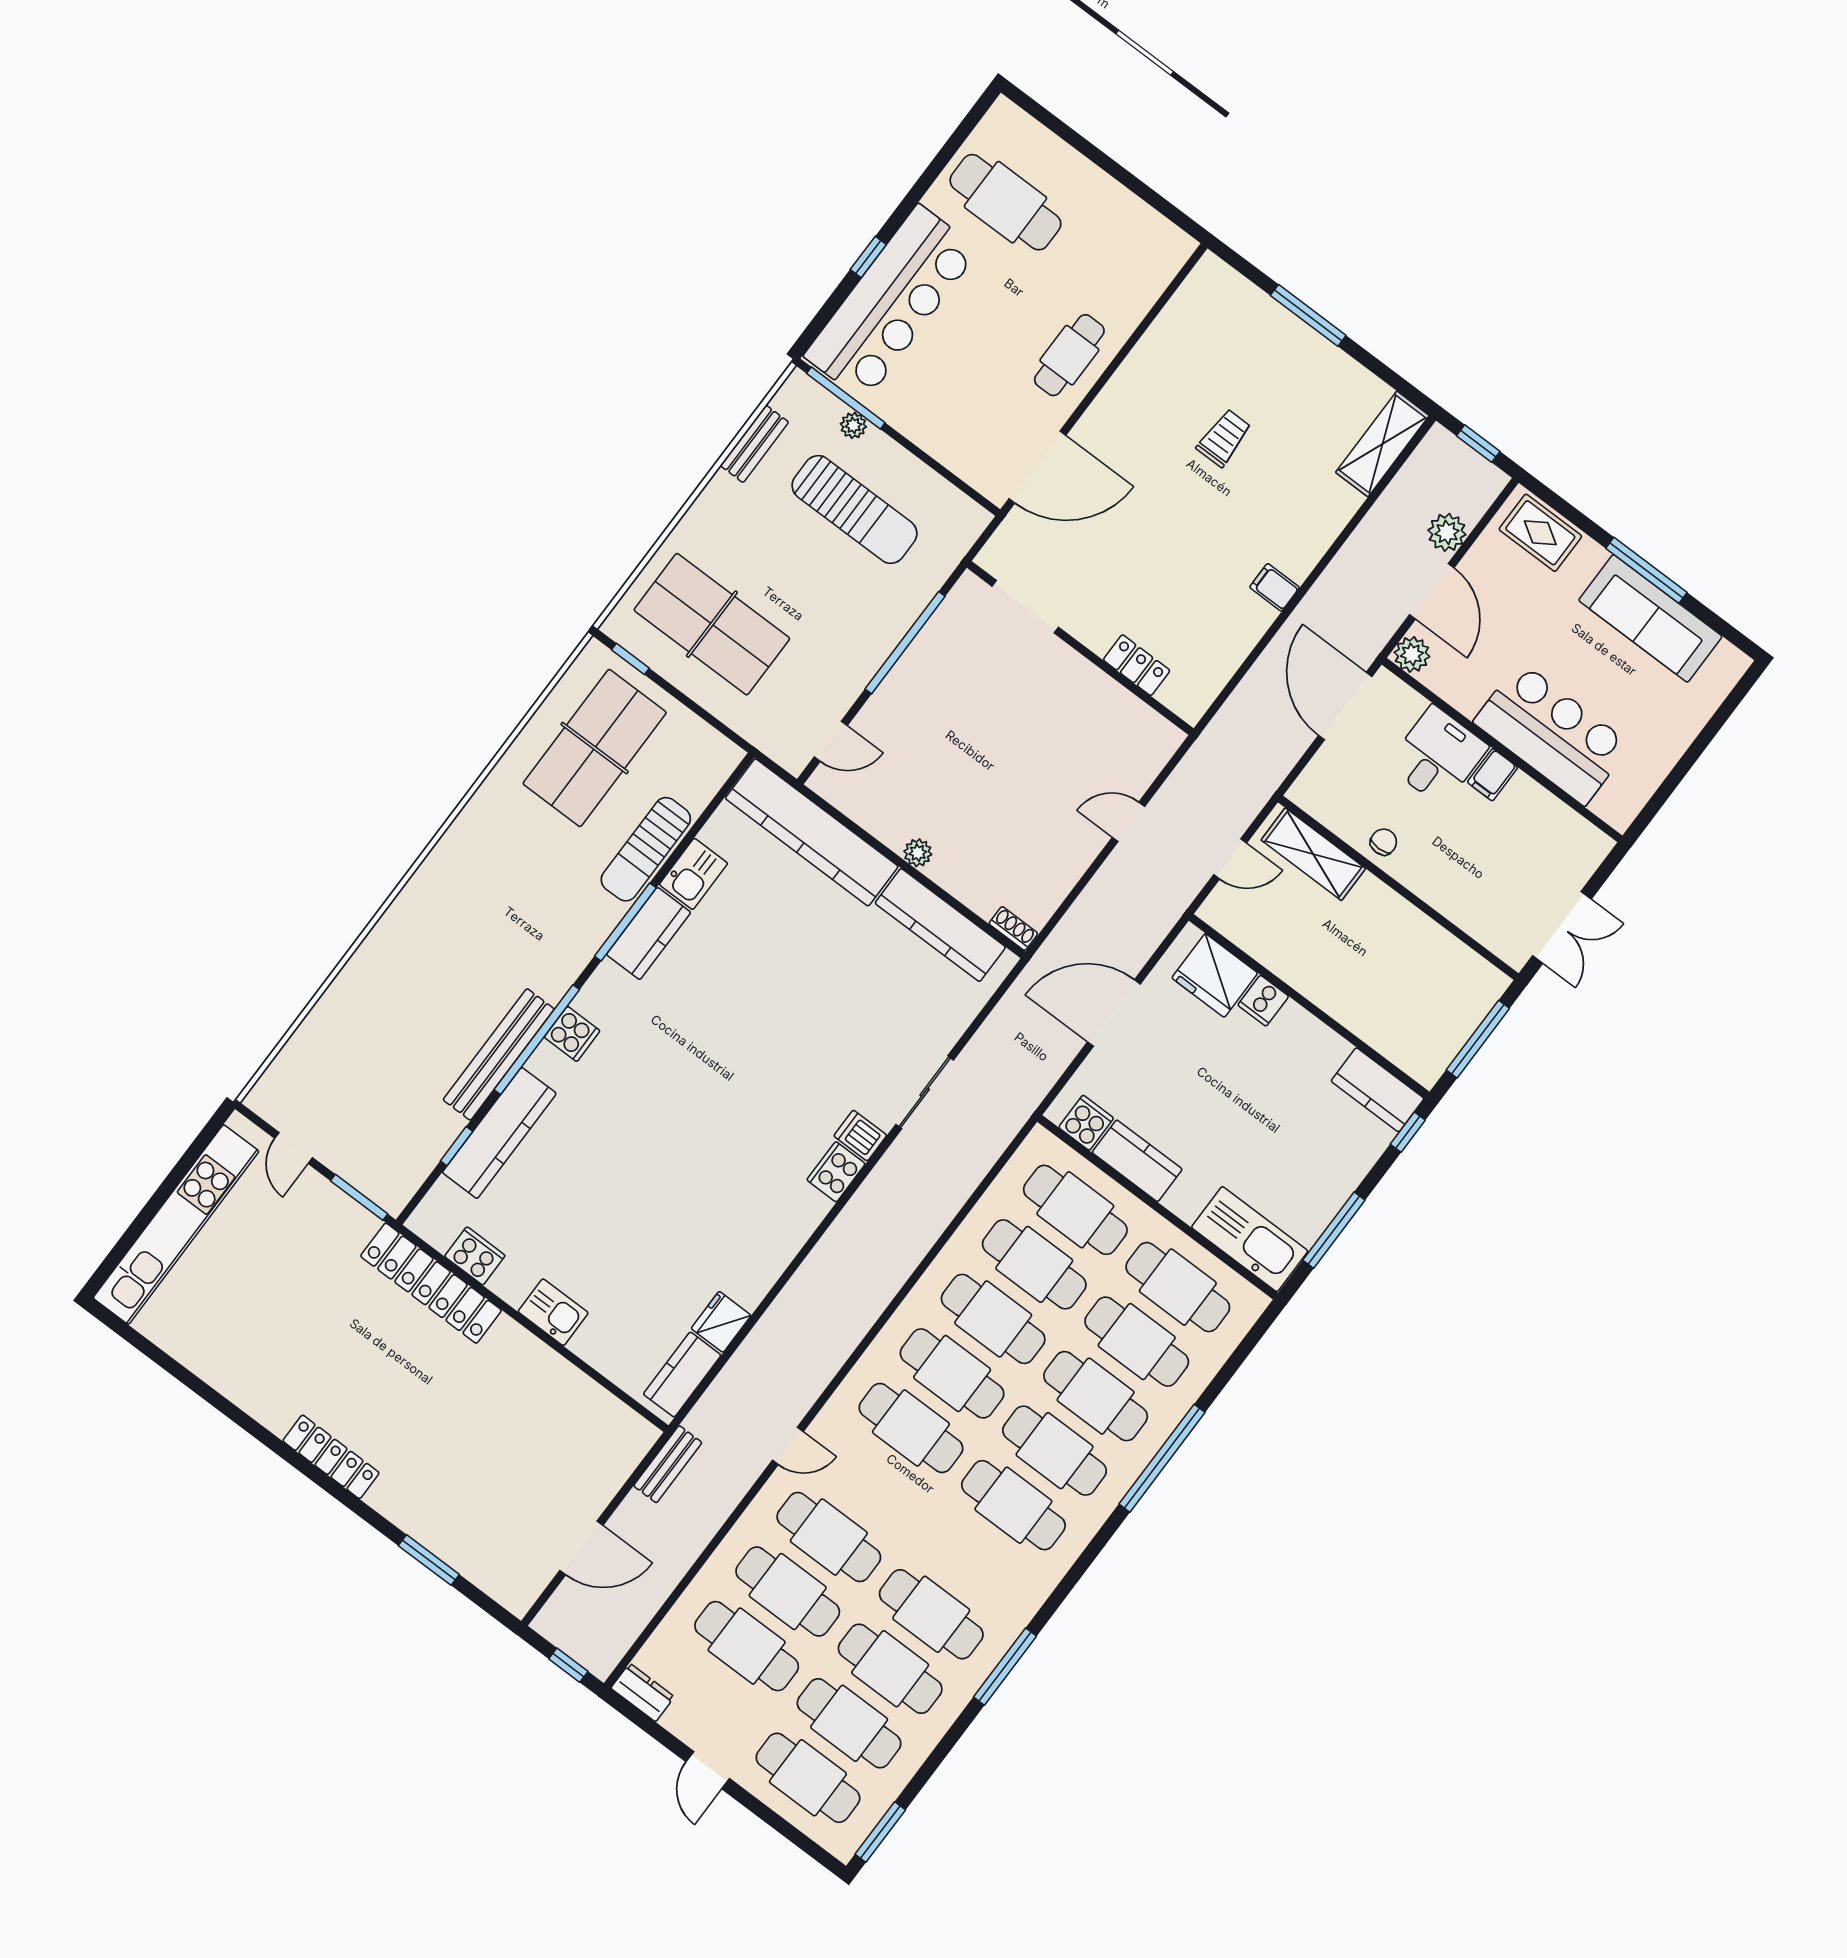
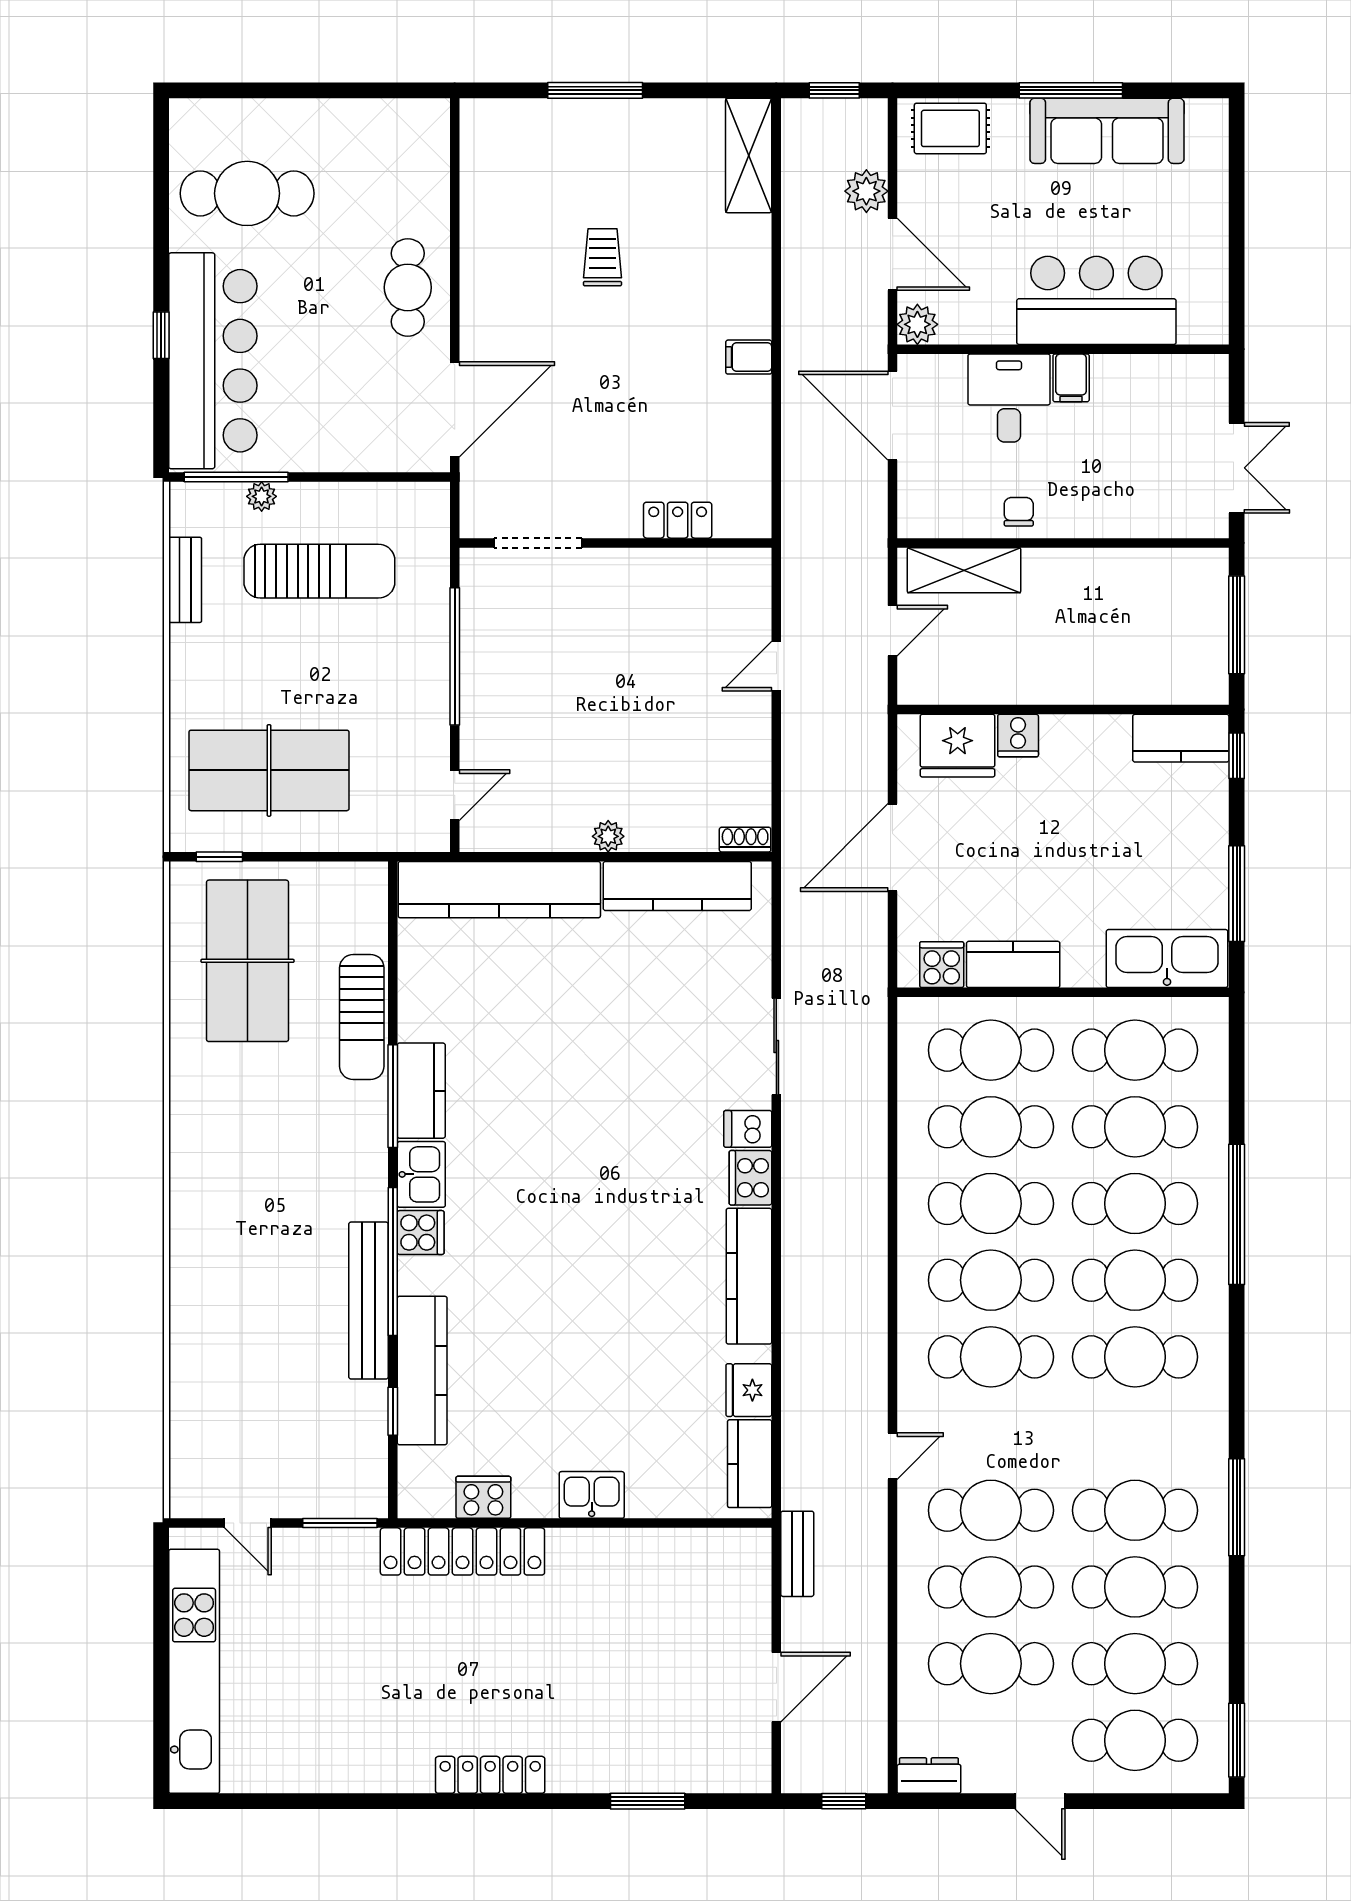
kitchen sink: (693, 874) -> (421, 1174), moved
kitchen counter: (782, 1241) -> (749, 1276), added

